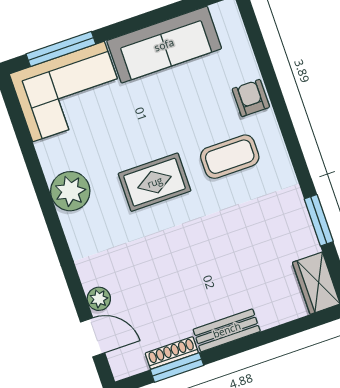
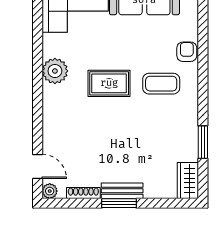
plant: (99, 299) -> (50, 191), moved
window: (177, 368) -> (119, 203), moved

